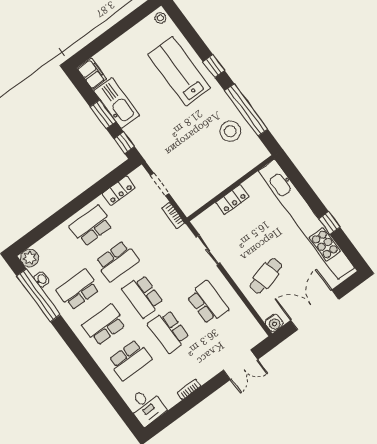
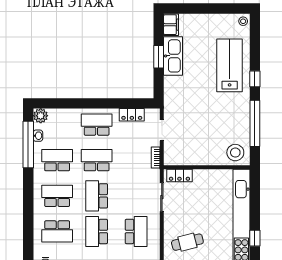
stool: (230, 131) -> (235, 153), moved
window: (124, 143) -> (159, 86), removed
locker: (232, 200) -> (179, 176), moved
school desk: (117, 261) -> (97, 160), turned 180

